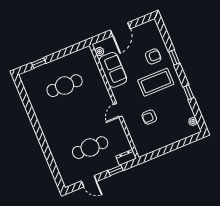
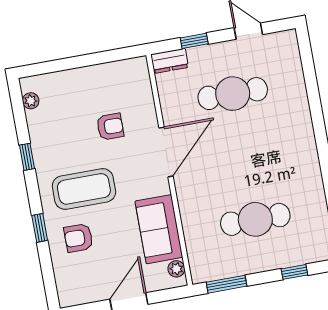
window: (72, 49) -> (226, 284), added
door: (118, 110) -> (166, 152), width x1.88

